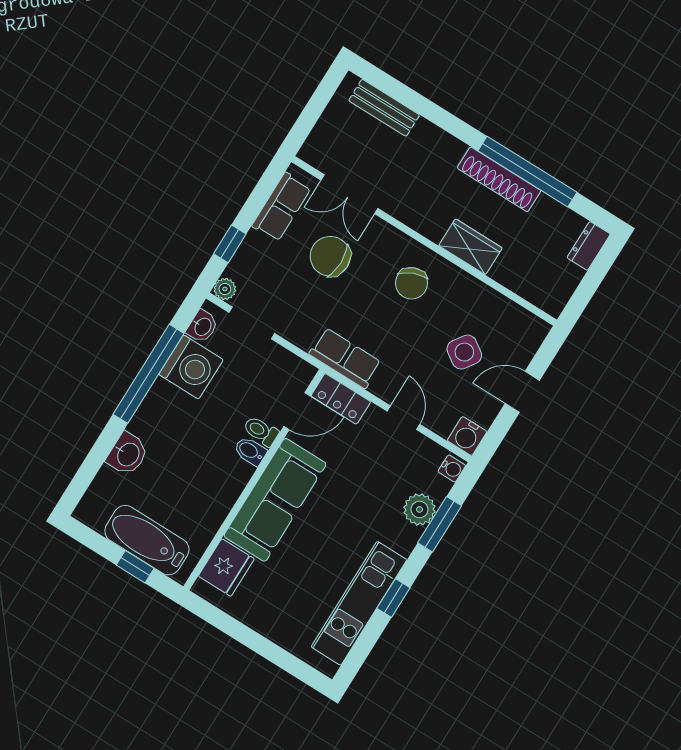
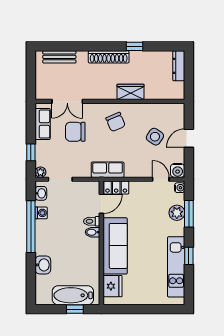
window: (527, 172) -> (135, 46), width x0.32
shoe rack: (499, 179) -> (109, 57), moved
dresser: (589, 246) -> (179, 66), width x1.44
washing machine: (191, 367) -> (41, 213), width x0.53, depth x0.53
door: (404, 418) -> (161, 179), moved

